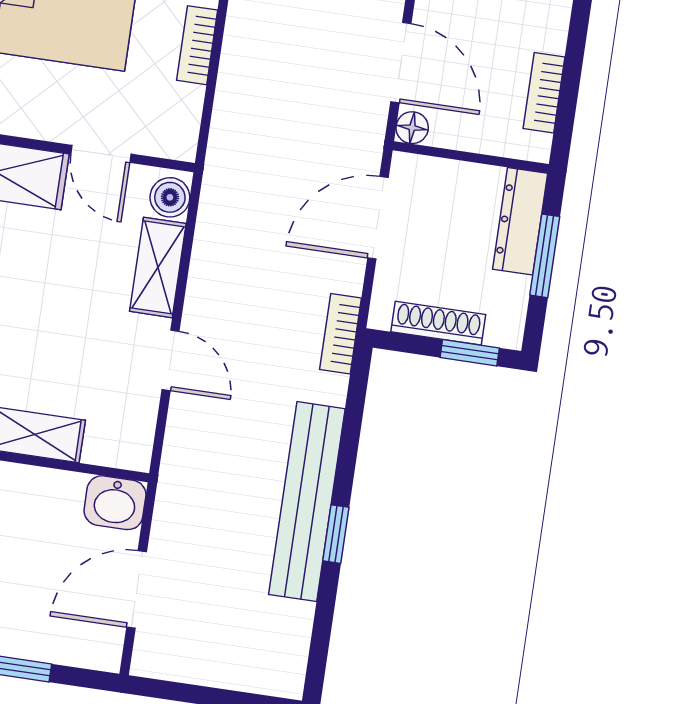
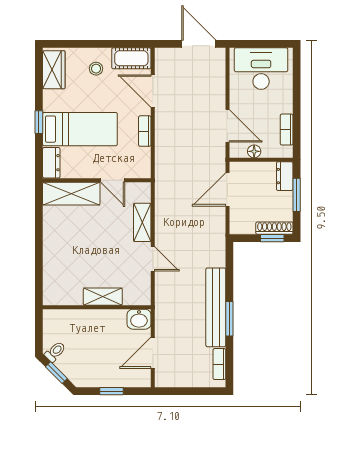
floor lamp: (412, 128) -> (254, 151), moved
boiler: (170, 197) -> (143, 194), removed
dresser: (520, 221) -> (285, 176), width x0.70
shoe rack: (438, 323) -> (274, 228), moved
bookcase: (341, 334) -> (219, 364), moved
window: (336, 534) -> (229, 319), width x1.50

